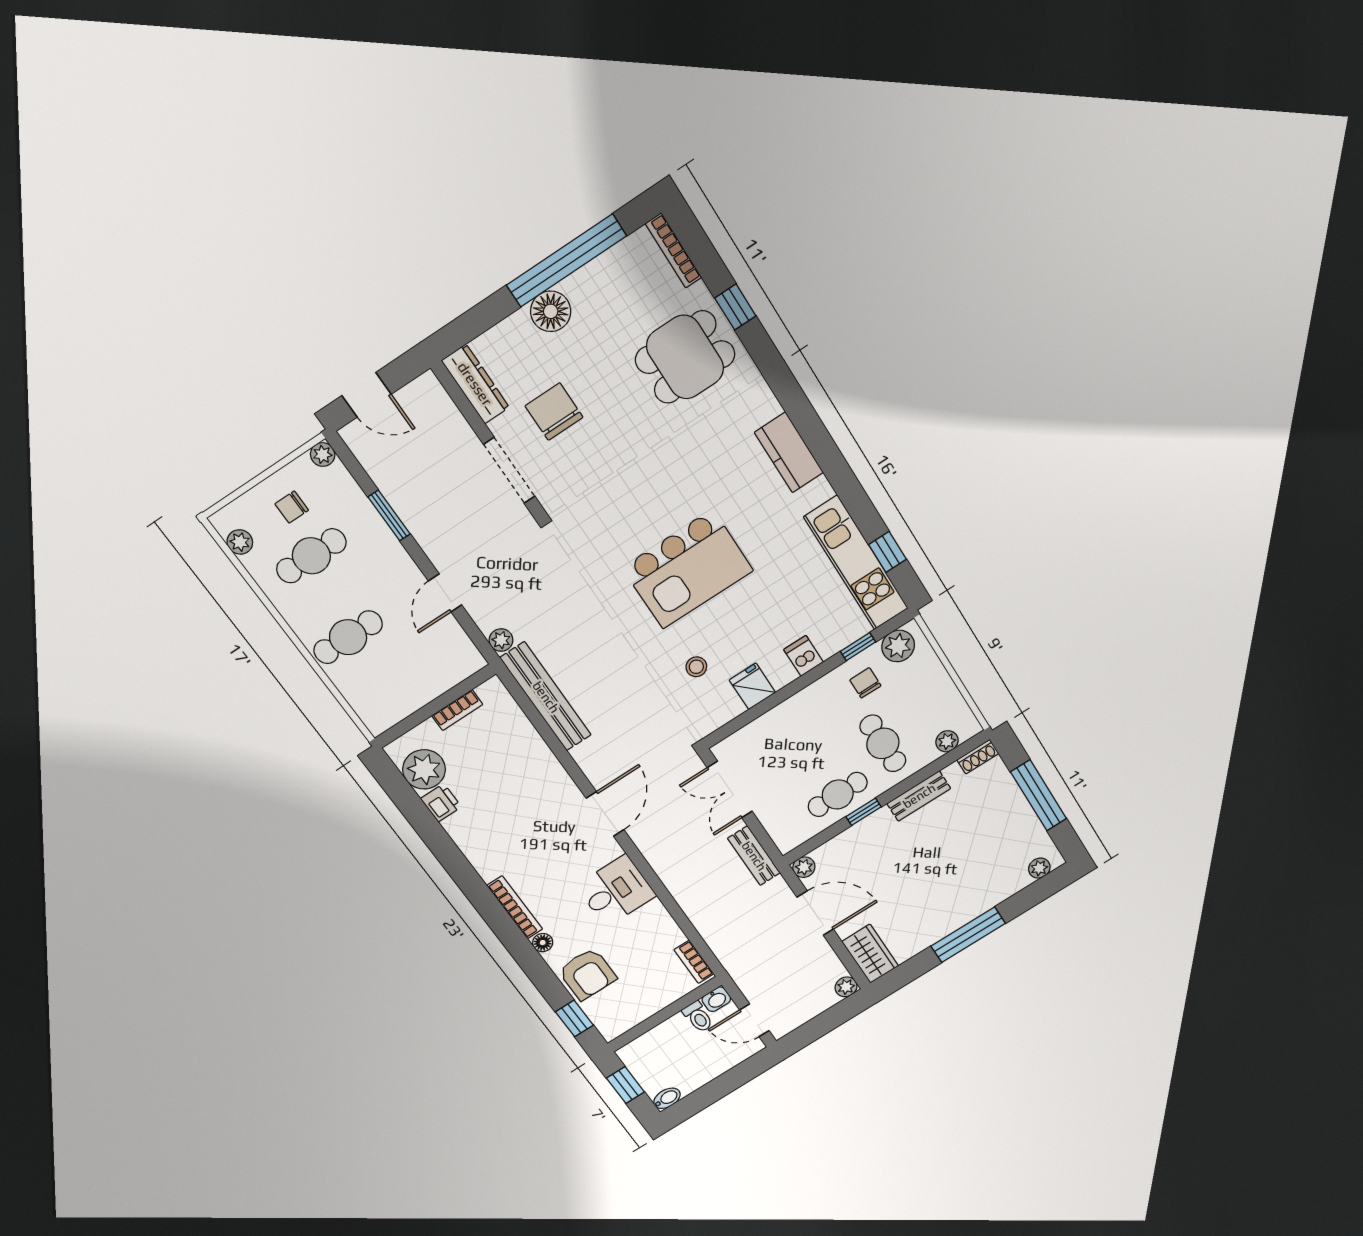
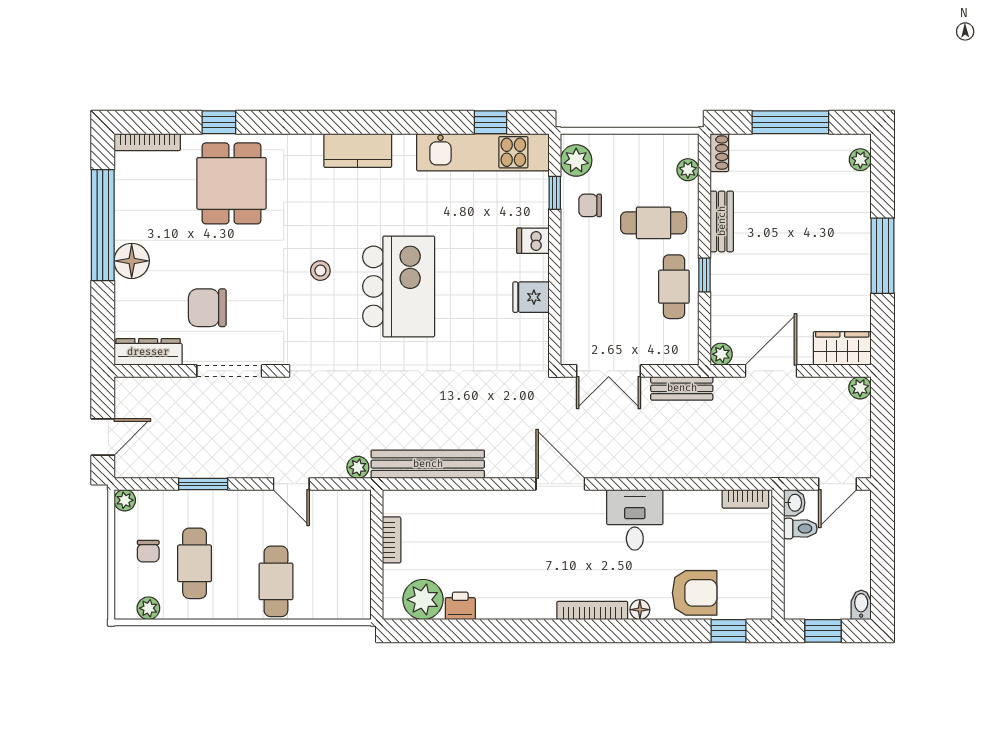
stool: (696, 667) -> (320, 271), moved

